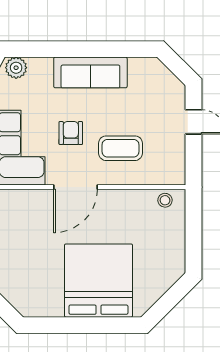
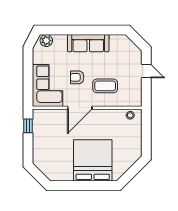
armchair: (71, 133) -> (77, 77), turned -90

